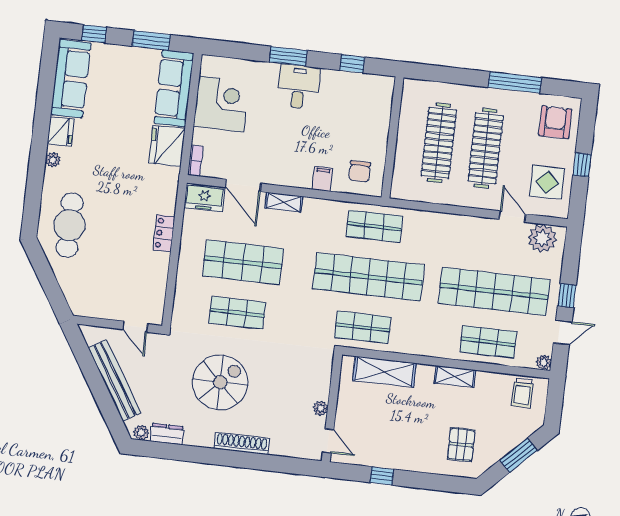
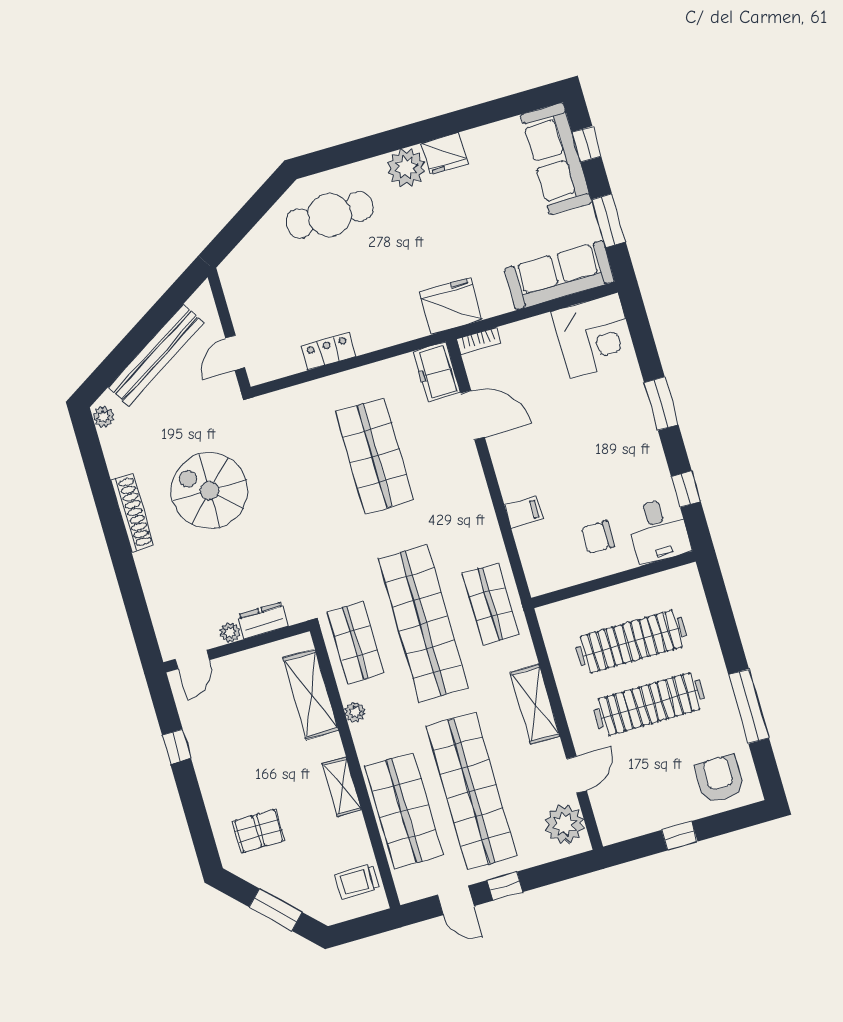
sofa: (71, 79) -> (556, 159), moved, turned 90
desk: (298, 87) -> (658, 530), moved, turned 90
corner desk: (221, 104) -> (594, 335), moved
armchair: (555, 122) -> (720, 779), turned -90
fridge: (167, 146) -> (451, 306), moved
plant: (53, 160) -> (406, 168), width x1.88, depth x1.88
chair: (360, 171) -> (598, 537), moved
display table: (547, 182) -> (639, 801), removed
door: (243, 185) -> (473, 415), swing flipped
shelving: (284, 202) -> (535, 704), moved, width x1.50, depth x1.33
locker: (164, 233) -> (328, 351), moved
shop shelf: (237, 313) -> (307, 475), removed
shop shelf: (488, 342) -> (404, 811), width x1.43, depth x1.36
plant: (544, 362) -> (355, 712), moved
spiral stairs: (220, 382) -> (210, 491), turned 180
dresser: (167, 434) -> (263, 620), moved, turned -90
shoe rack: (242, 443) -> (132, 513), moved

